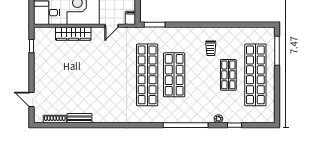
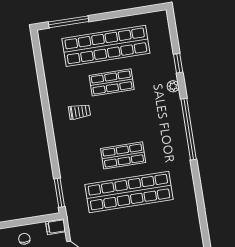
shop shelf: (174, 75) -> (123, 155), width x0.70, depth x0.74

